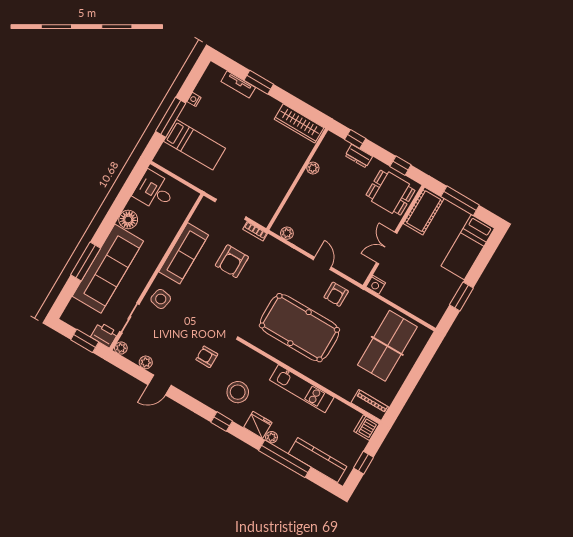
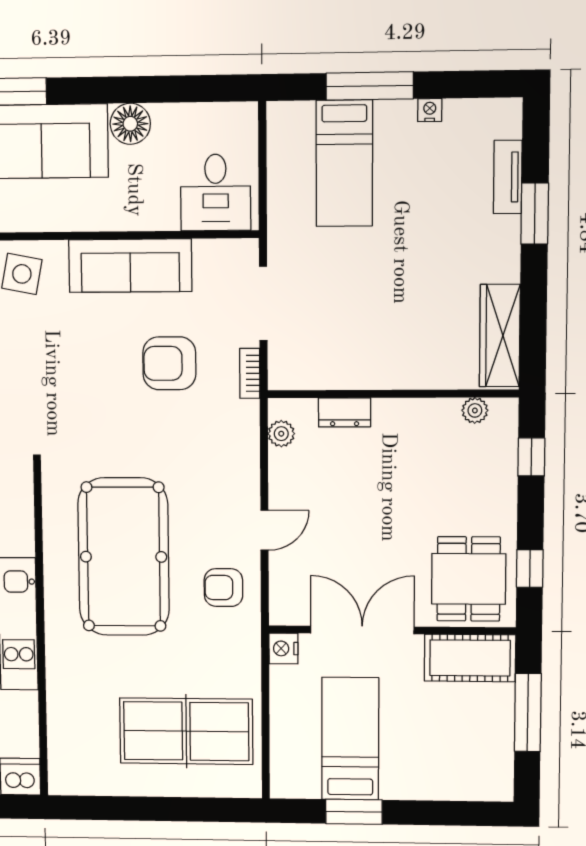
dresser: (359, 156) -> (345, 412), moved, turned -90
plant: (313, 168) -> (475, 410), moved
desk: (154, 191) -> (216, 192), moved, turned 180
bed: (468, 247) -> (350, 739), moved, turned 90
double door: (387, 248) -> (362, 630), width x1.37
piano: (370, 405) -> (63, 760), removed

